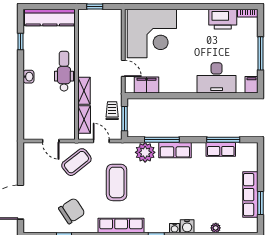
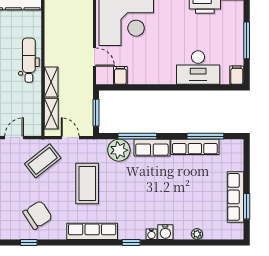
filing cabinet: (147, 85) -> (120, 75), width x0.50
trolley: (112, 111) -> (82, 104), removed
door: (51, 141) -> (14, 138), swing flipped
row of seats: (221, 149) -> (195, 147), width x1.48

